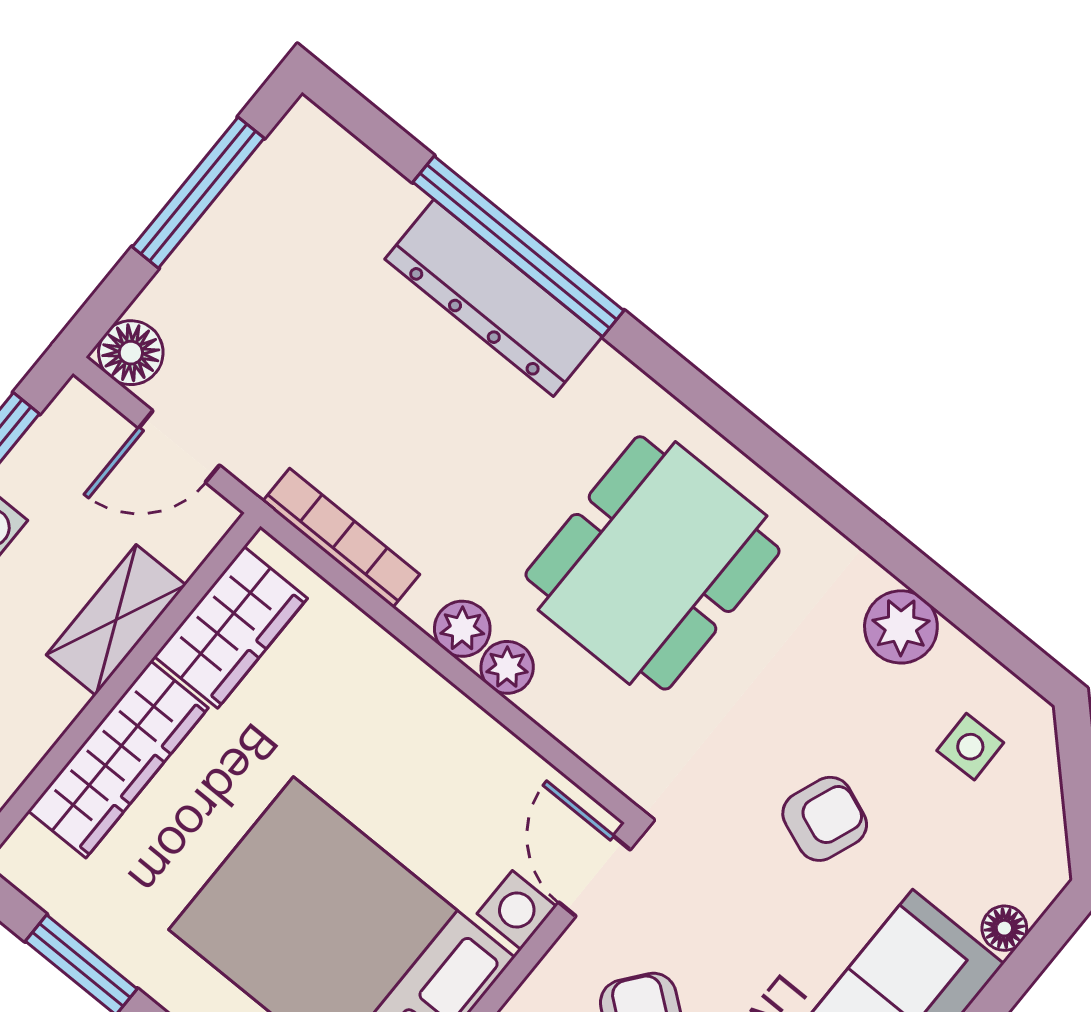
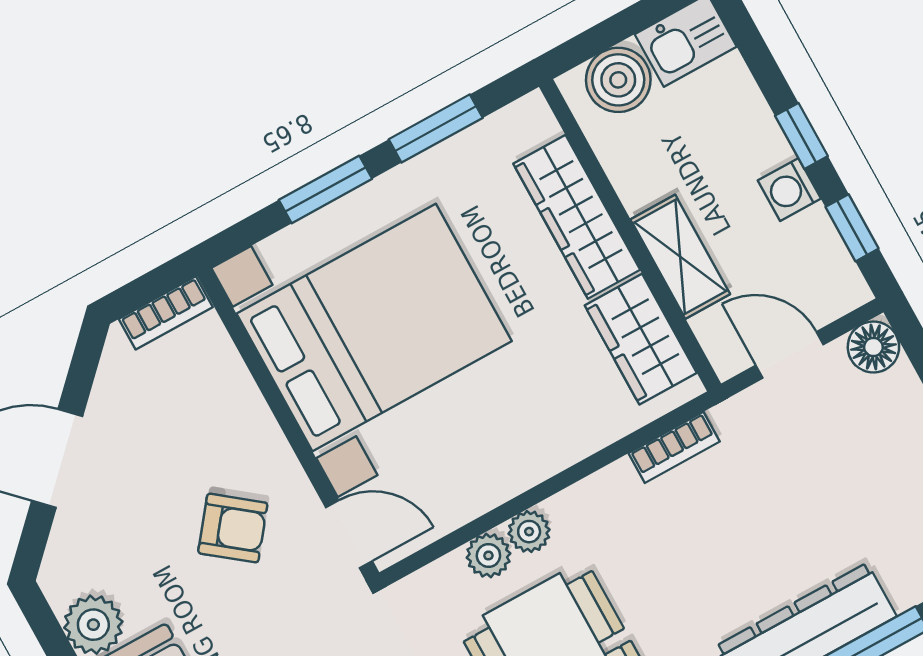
door: (179, 447) -> (790, 355), hinge flipped
bookcase: (341, 538) -> (674, 447), width x0.64
plant: (462, 629) -> (488, 555), moved

